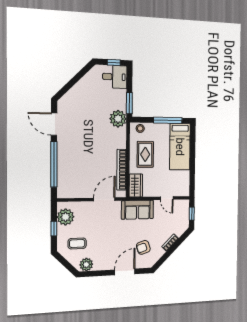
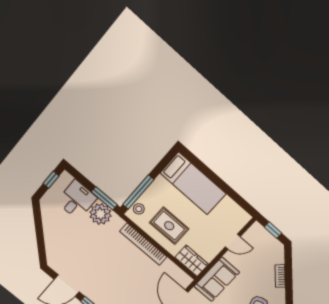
desk: (115, 77) -> (77, 200), moved
plant: (118, 119) -> (100, 214), moved
window: (168, 120) -> (138, 192), moved
bookcase: (121, 170) -> (143, 244), moved

